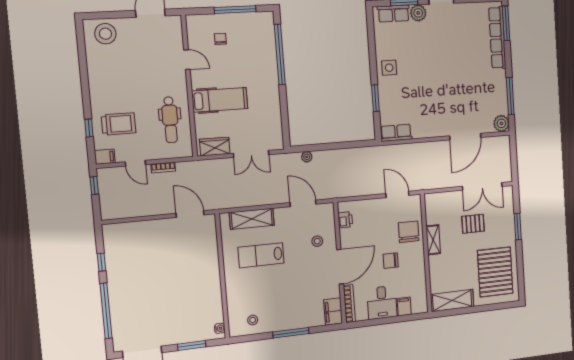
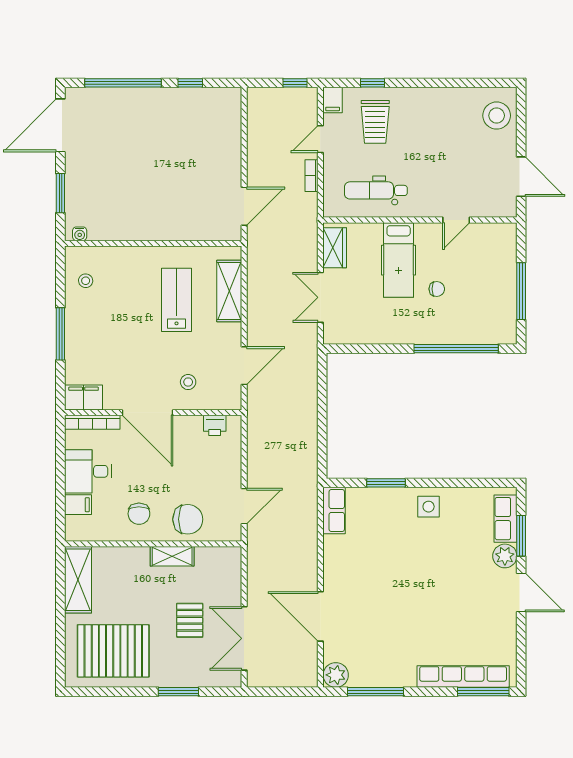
chair: (220, 39) -> (437, 289), moved
plant: (307, 157) -> (310, 376), removed
chair: (391, 261) -> (139, 514), moved, turned 180

